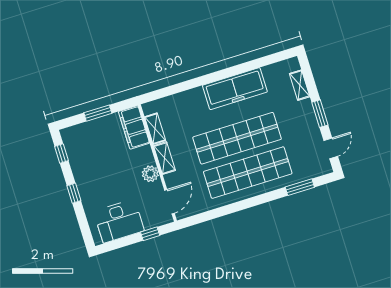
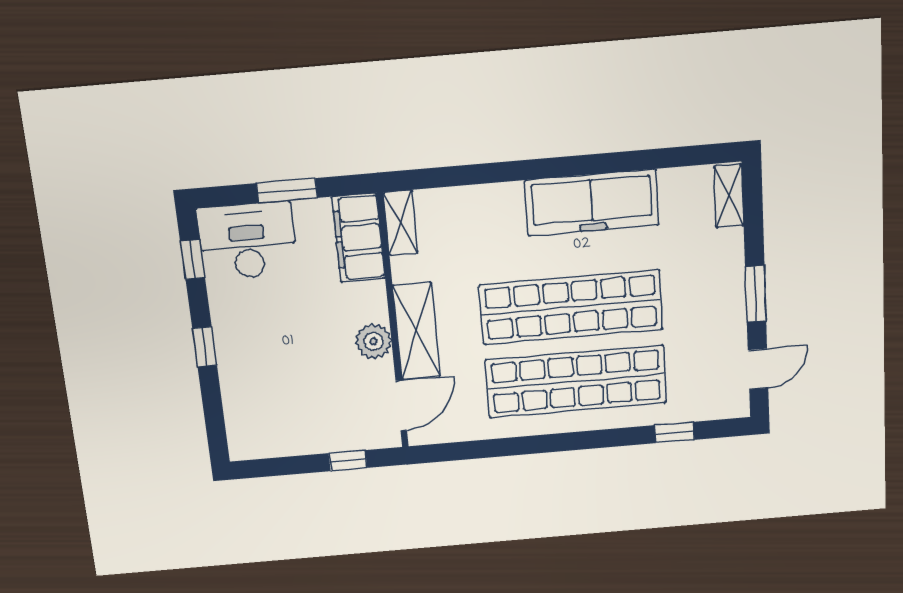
shelving: (300, 85) -> (729, 196), moved
shelving: (155, 129) -> (401, 223), moved
shelving: (165, 158) -> (416, 331), width x1.50, depth x1.33
window: (300, 187) -> (674, 432), width x0.67
desk: (119, 221) -> (247, 241), moved, turned 180

